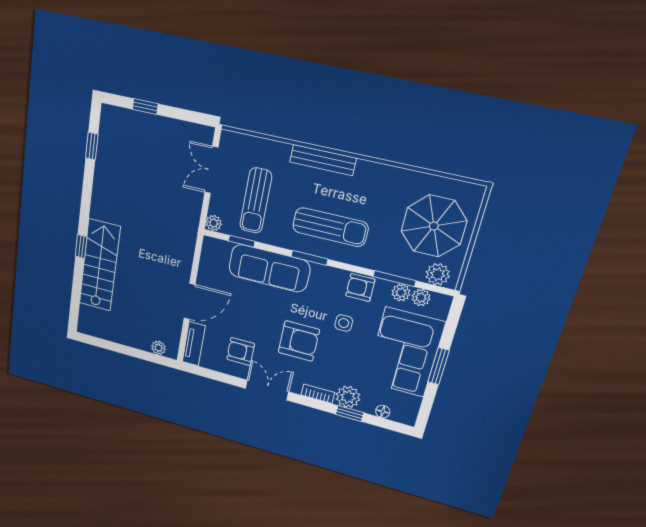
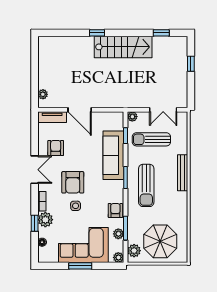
double door: (211, 170) -> (163, 110), swing flipped
stairs: (100, 265) -> (123, 47), moved
plant: (421, 297) -> (118, 257), moved
side table: (344, 323) -> (76, 206), moved

